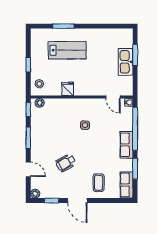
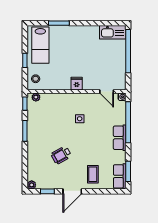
lab bench: (67, 50) -> (40, 45), moved, turned 90
window: (135, 55) -> (128, 51), width x2.11
kitchen sink: (126, 62) -> (113, 32), moved, turned -90
fridge: (68, 89) -> (77, 84), moved
door: (28, 169) -> (25, 161), removed
window: (135, 169) -> (128, 171), moved
door: (77, 201) -> (72, 191), hinge flipped

